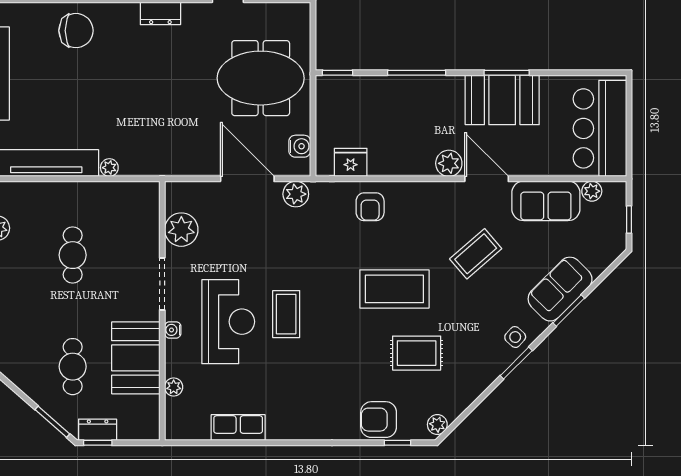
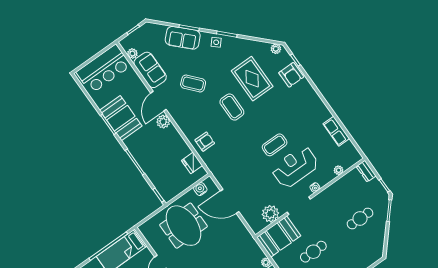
door: (247, 179) -> (230, 201), hinge flipped
plant: (296, 194) -> (222, 176), removed
coffee table: (394, 289) -> (232, 107), width x0.73, depth x0.76
rug: (417, 353) -> (252, 79), width x1.36, depth x1.43
booth: (136, 358) -> (279, 237), moved
dresser: (98, 430) -> (366, 171), moved

